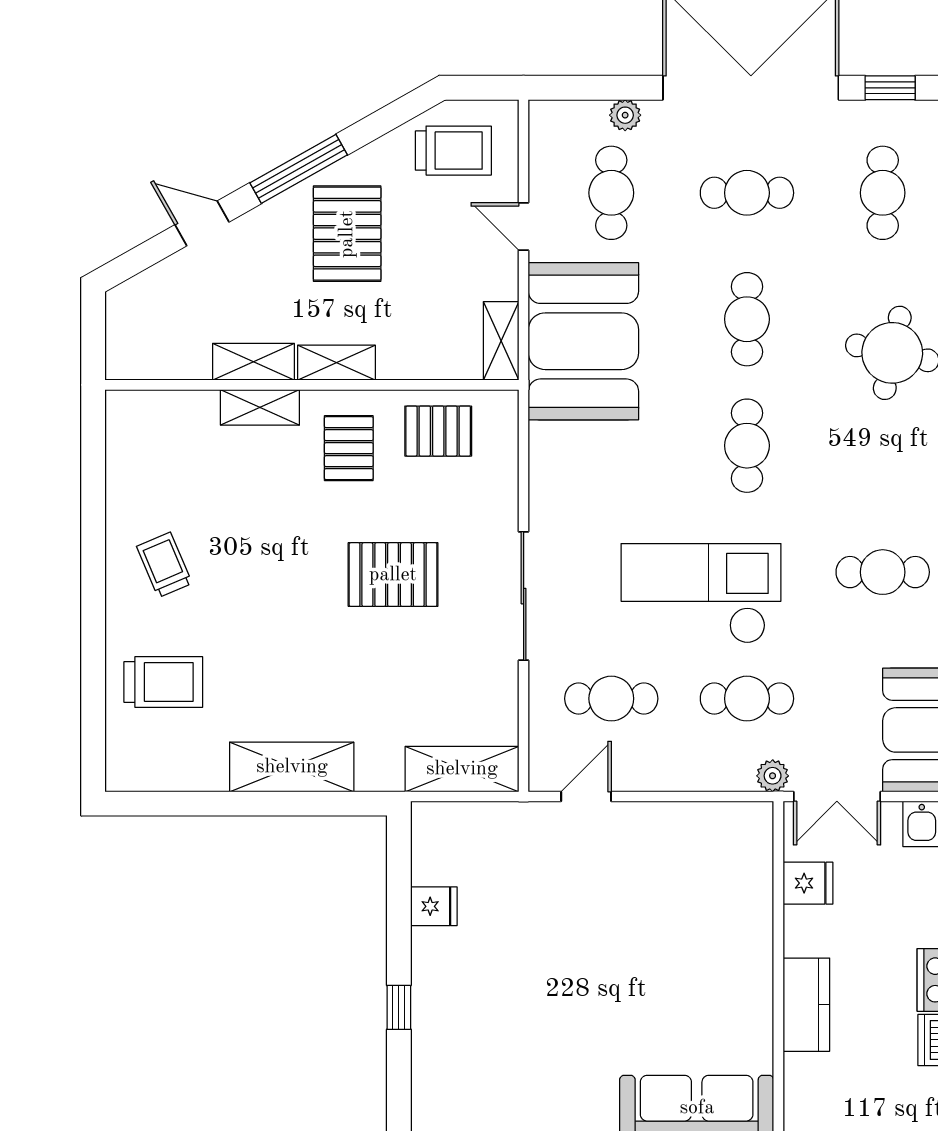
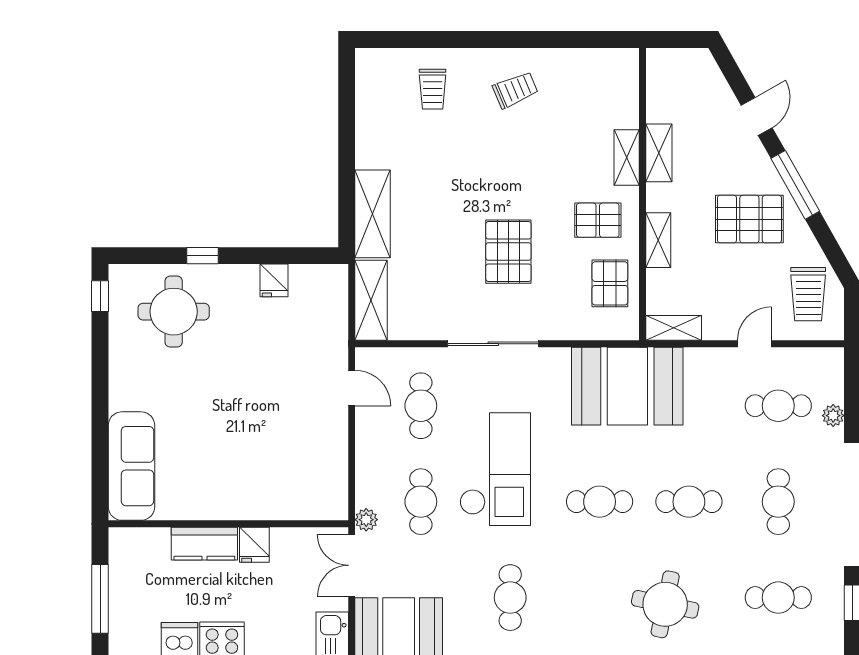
booth: (583, 341) -> (627, 386), moved
shelving: (336, 363) -> (658, 240), moved
trolley: (163, 682) -> (433, 89), width x0.73, depth x0.72
shelving: (292, 767) -> (372, 214), moved
fridge: (808, 883) -> (254, 545), moved
round table: (478, 1048) -> (174, 312), added

